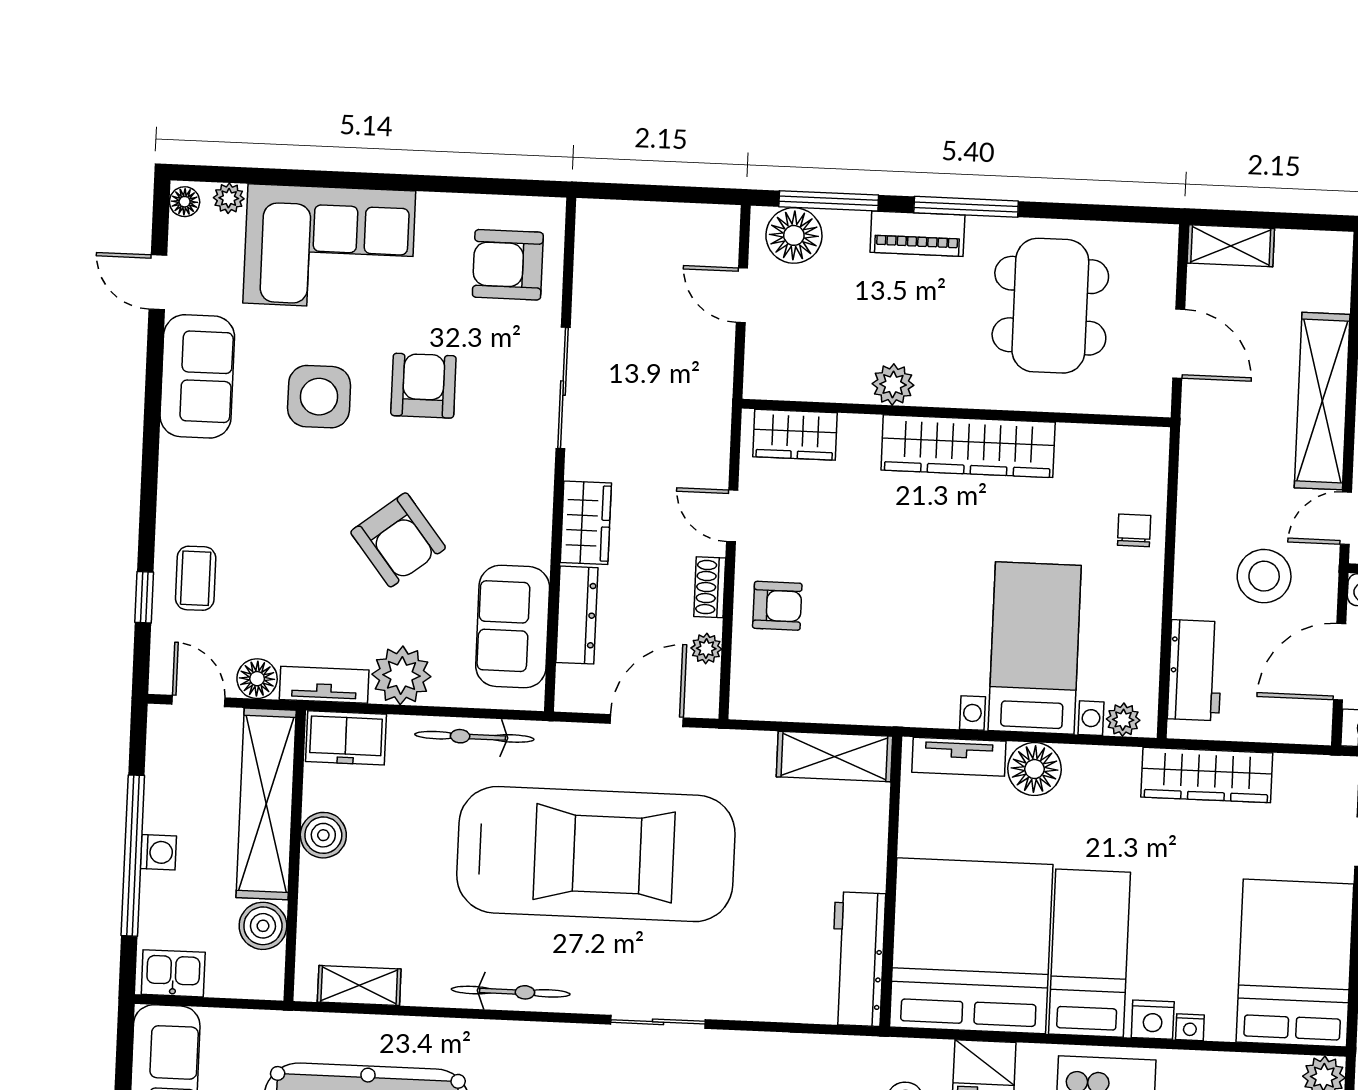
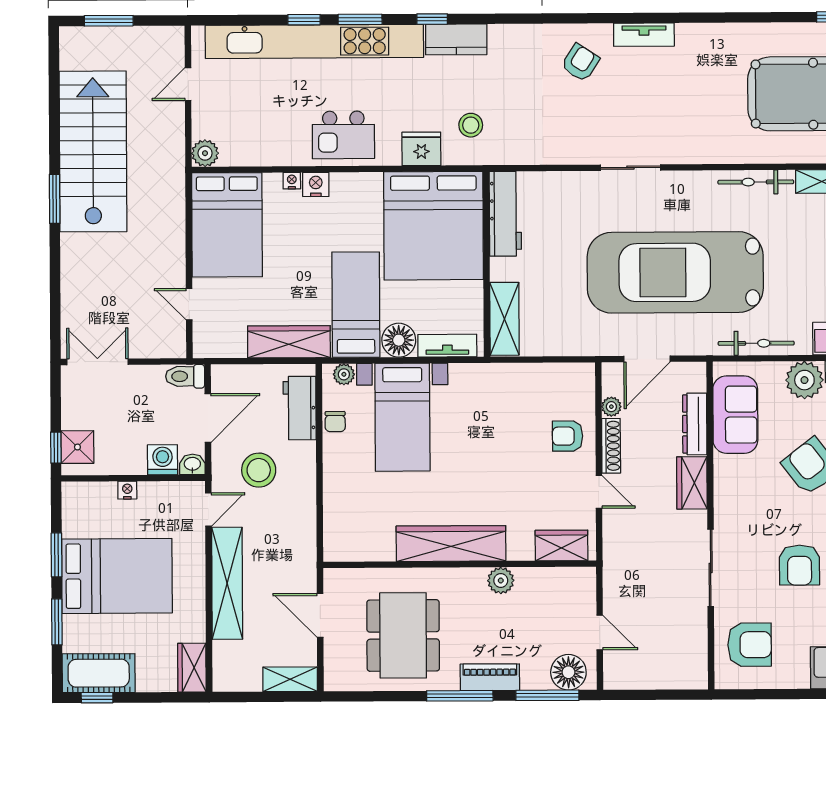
chair: (1134, 530) -> (335, 422), moved
shoe rack: (710, 587) -> (611, 446), width x1.43
shelving: (834, 757) -> (504, 319), moved, turned 90
bed: (1089, 953) -> (356, 305), moved, turned 180
bicycle: (511, 992) -> (756, 182), moved

